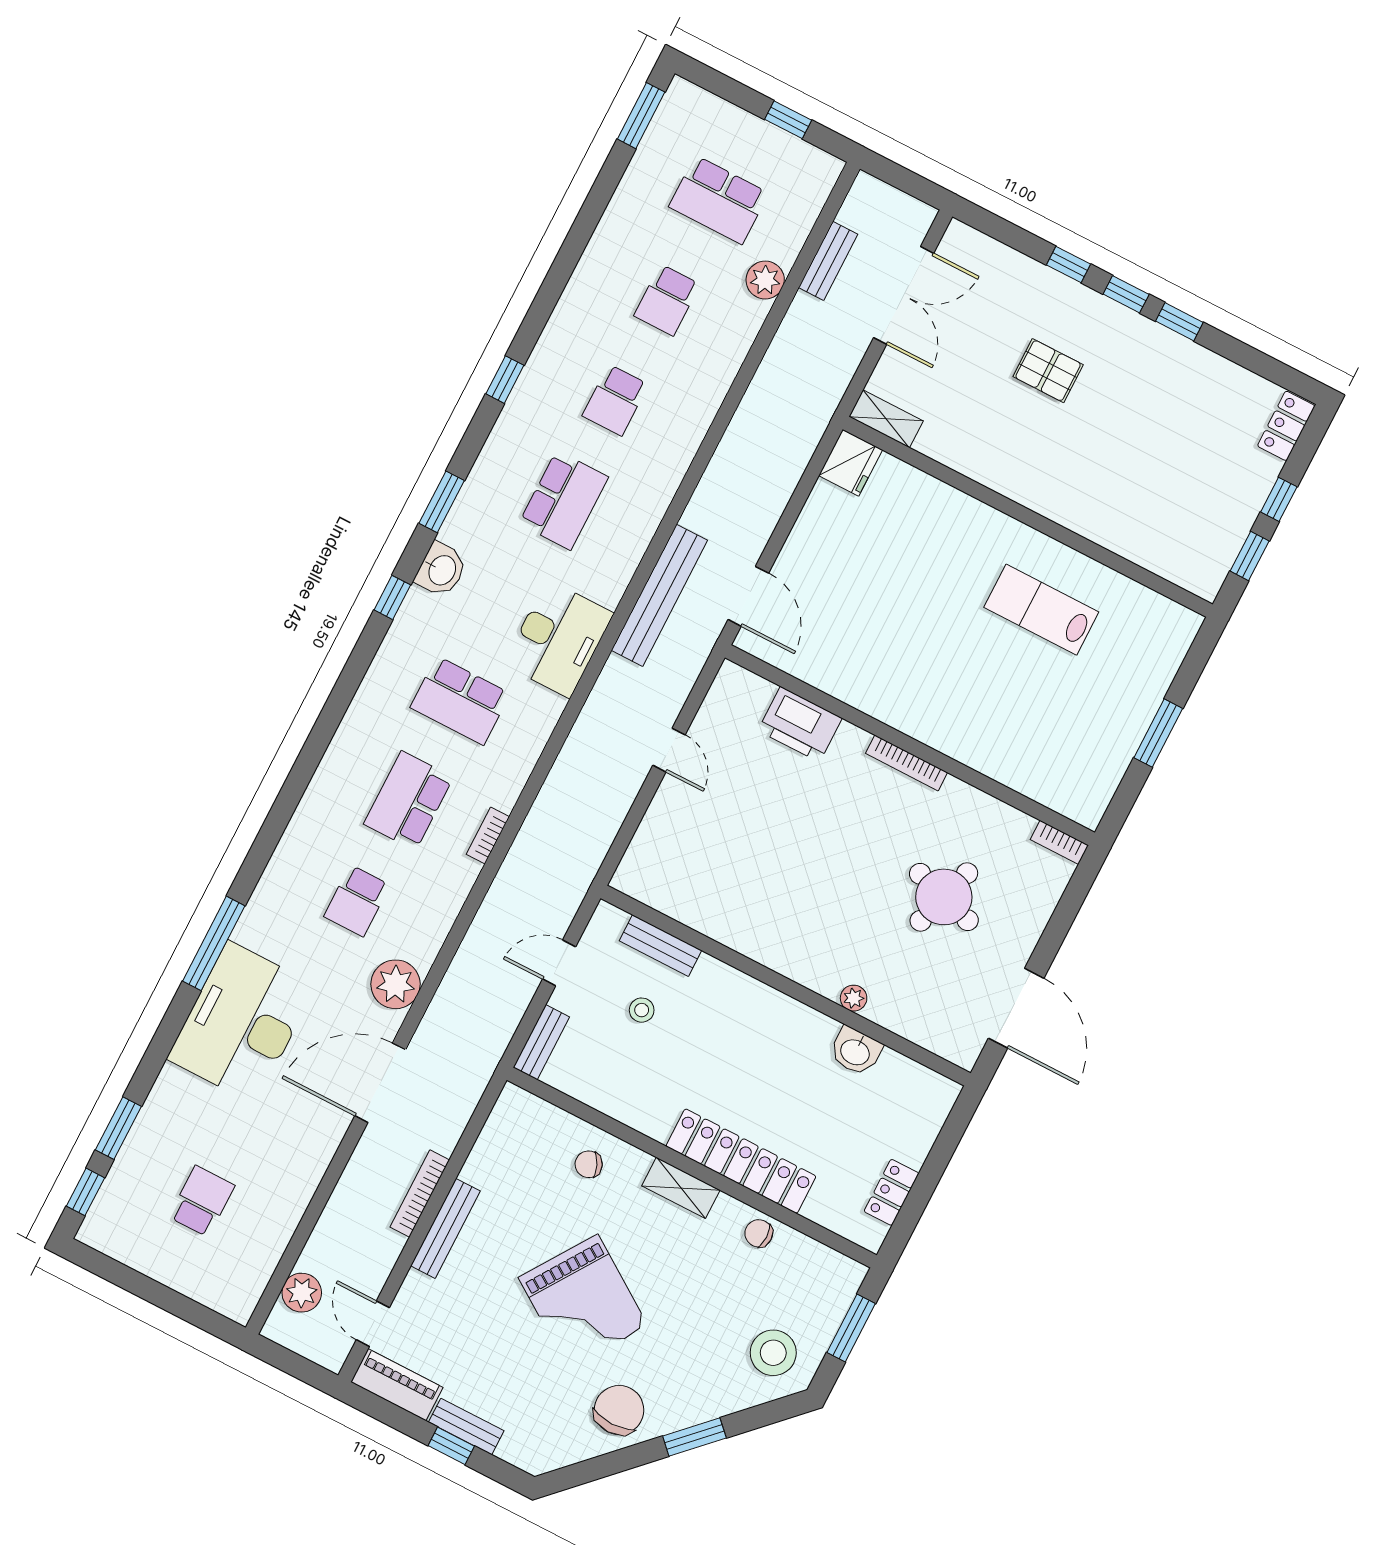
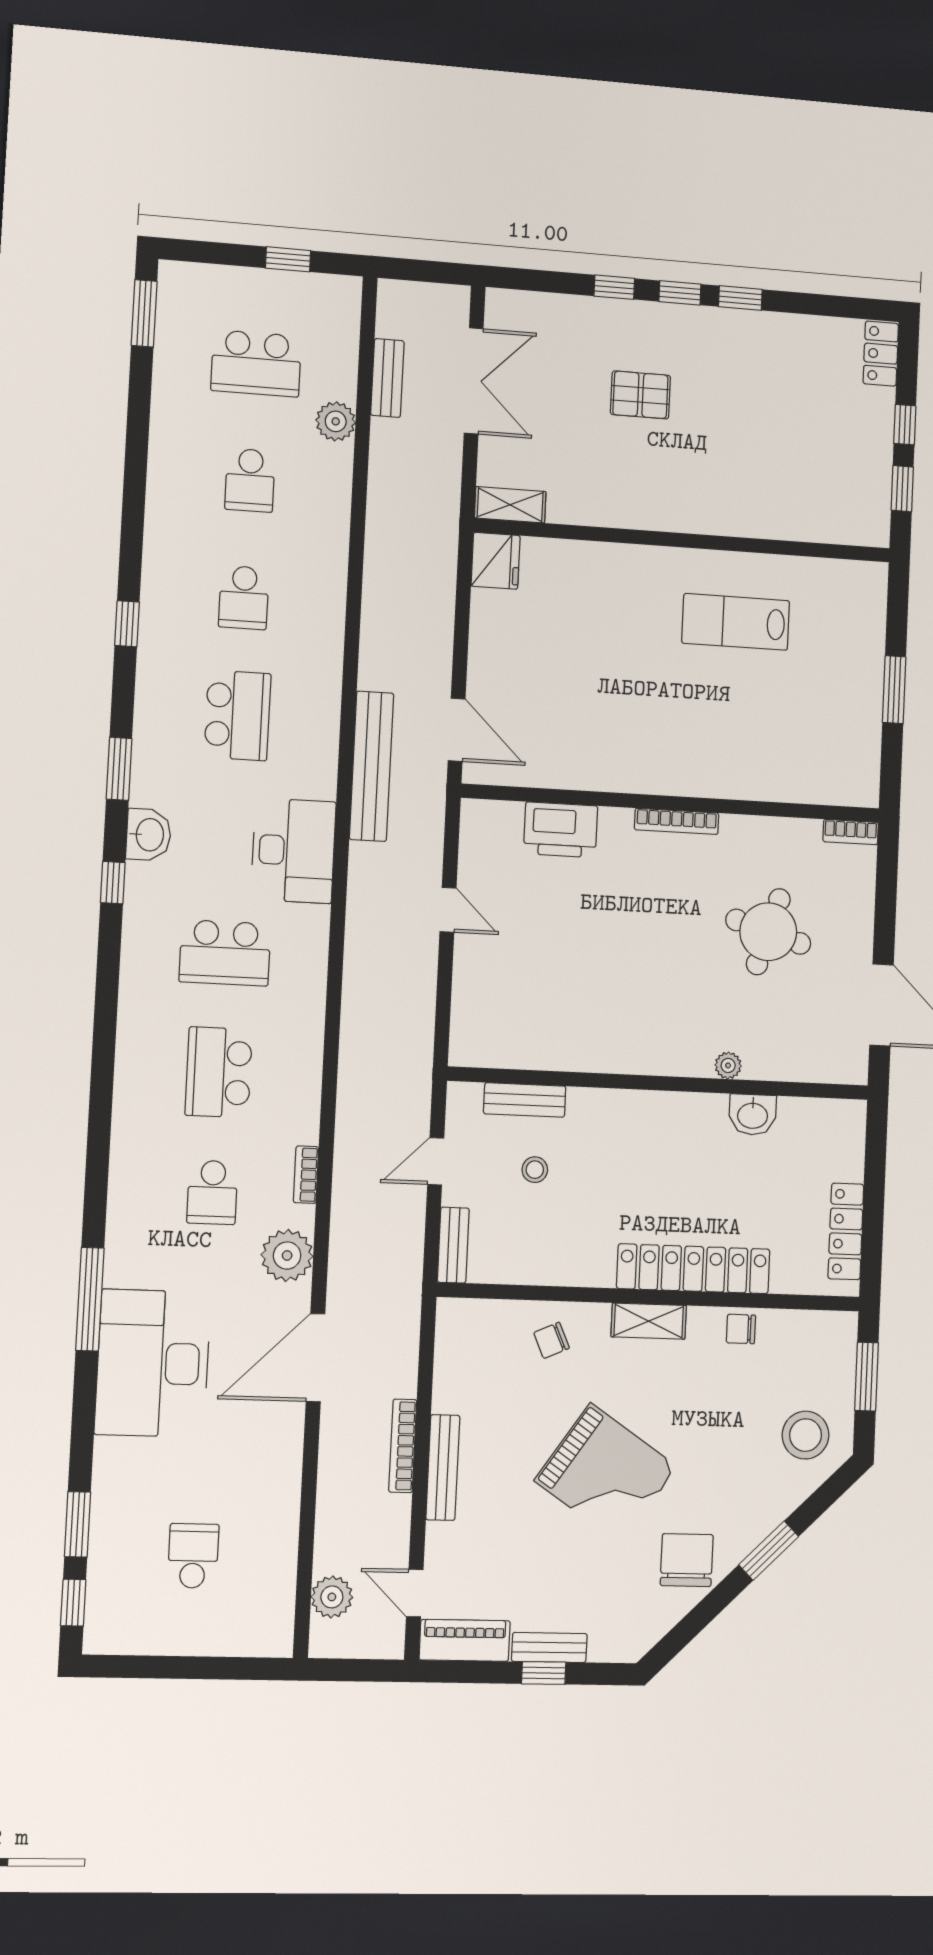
bookcase: (488, 835) -> (306, 1175), moved
locker: (891, 1192) -> (846, 1231), width x1.53

